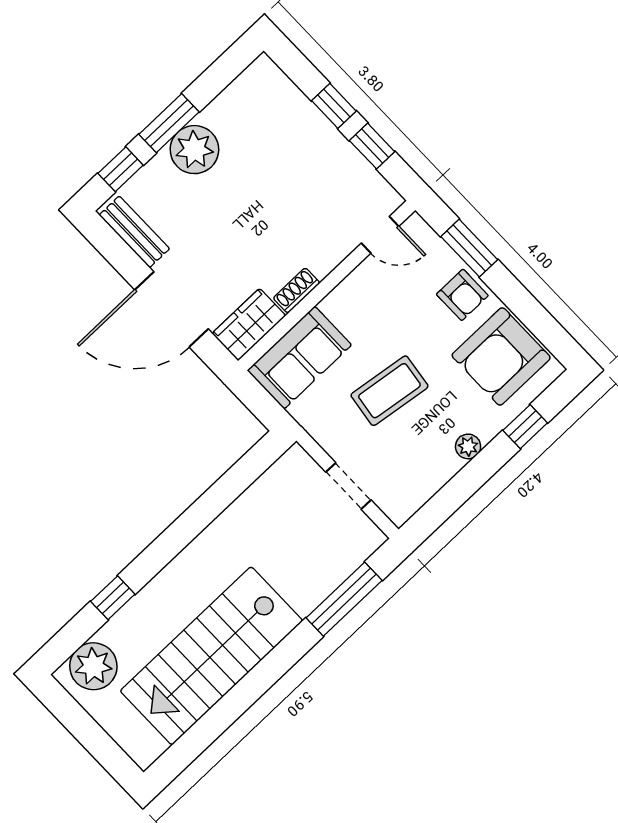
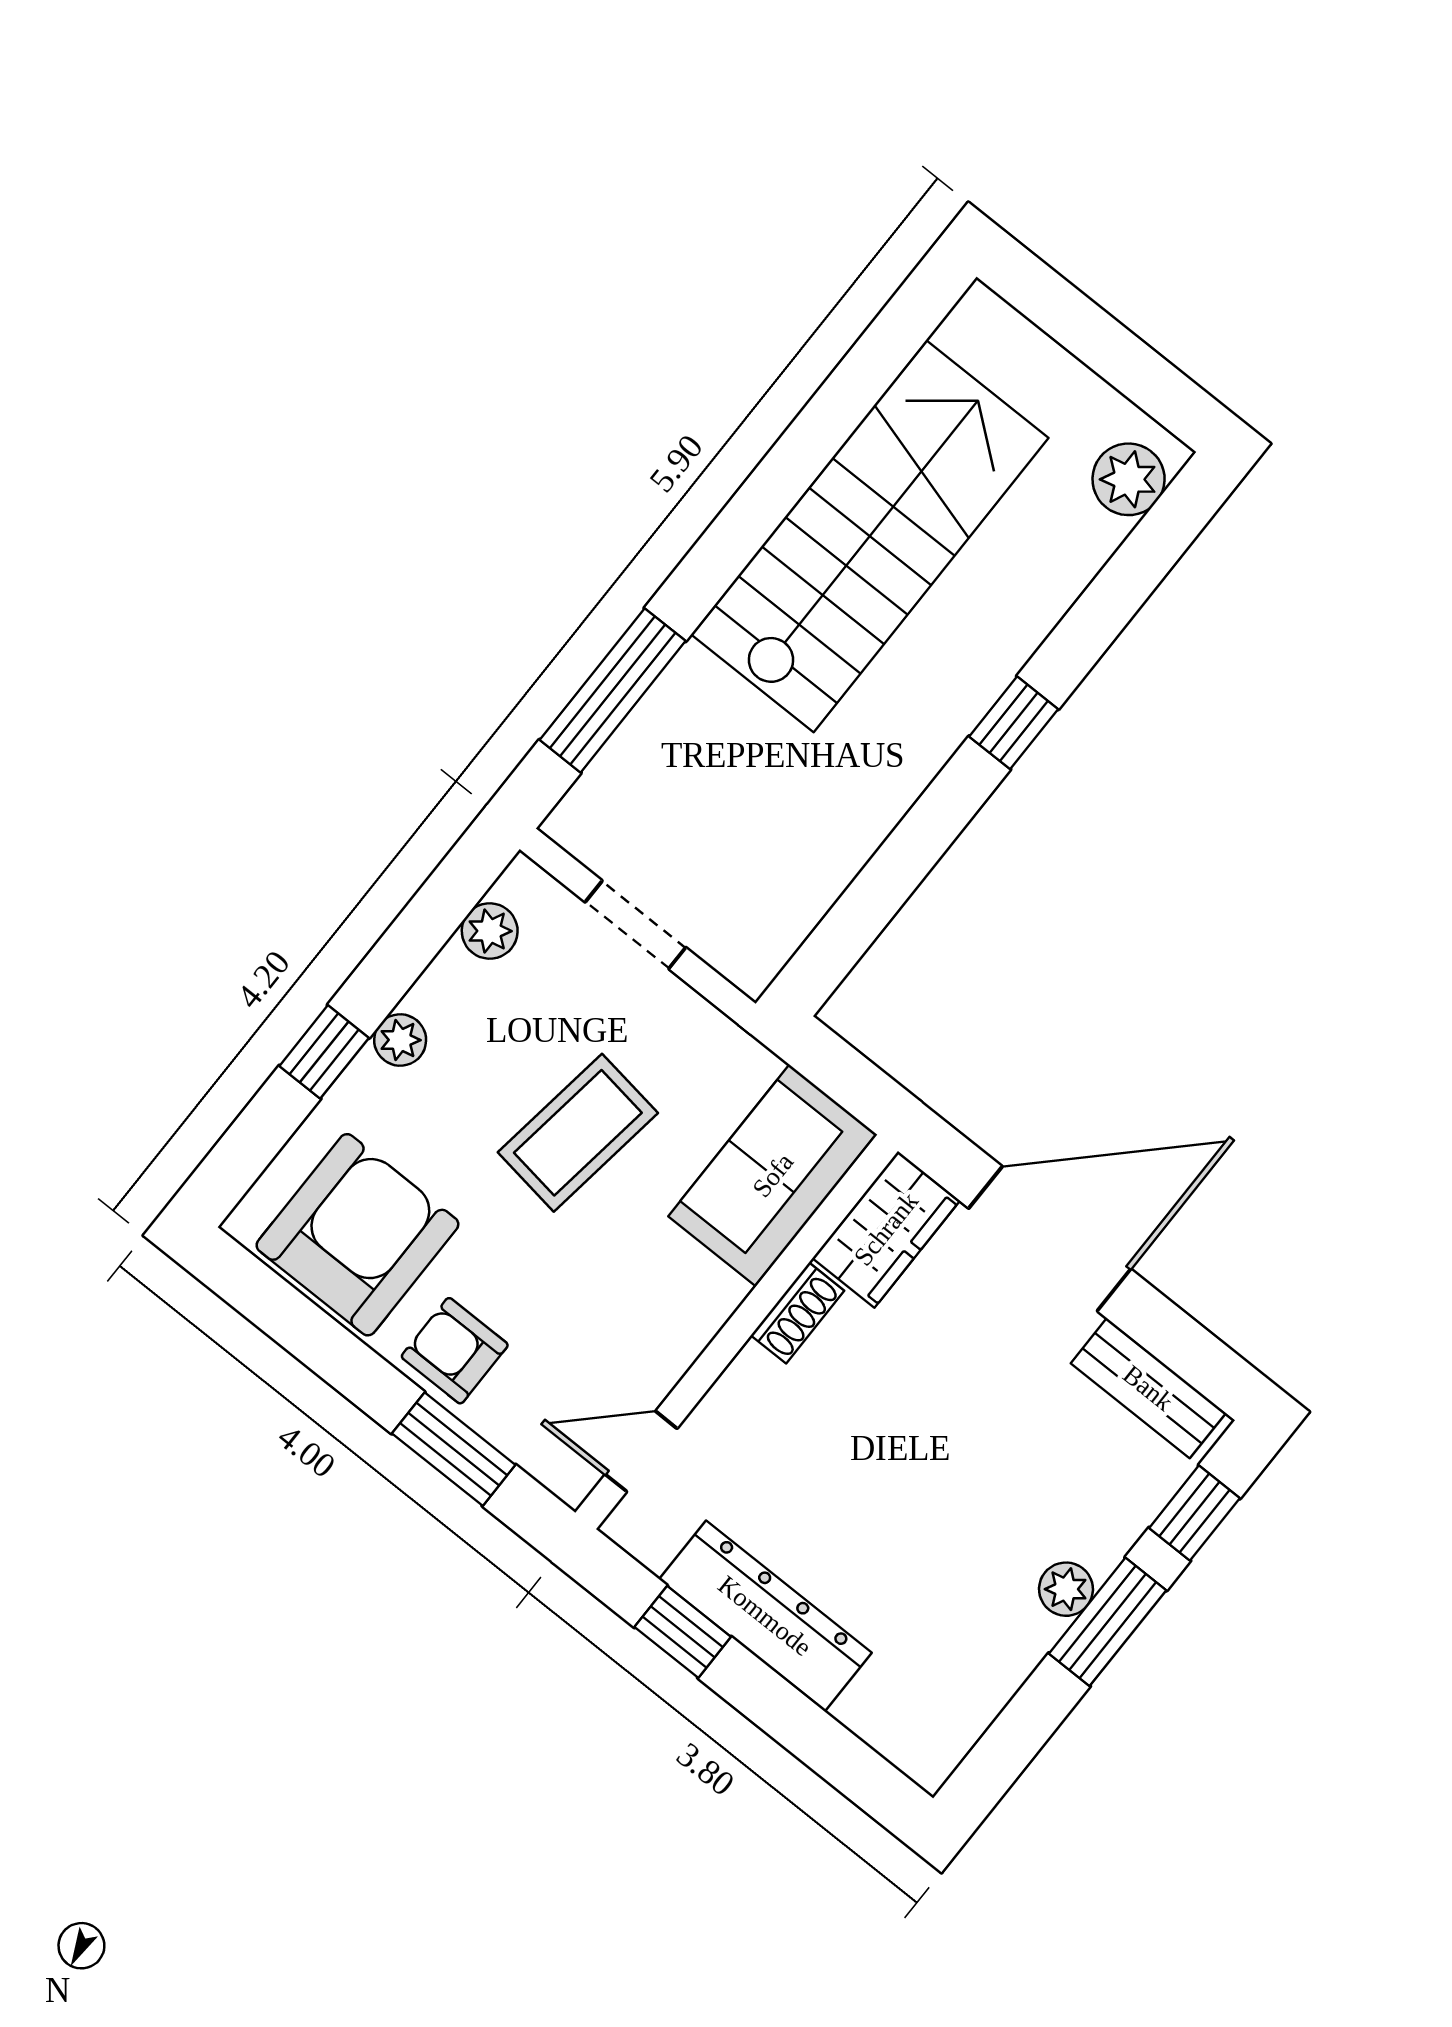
window: (334, 106) -> (773, 1704), removed
dresser: (332, 148) -> (765, 1616), added
plant: (194, 150) -> (1066, 1589), width x0.53, depth x0.53
window: (525, 427) -> (324, 1052), moved
plant: (418, 493) -> (490, 931), added
window: (113, 598) -> (1014, 723), moved
plant: (93, 666) -> (1129, 479), width x0.73, depth x0.73

